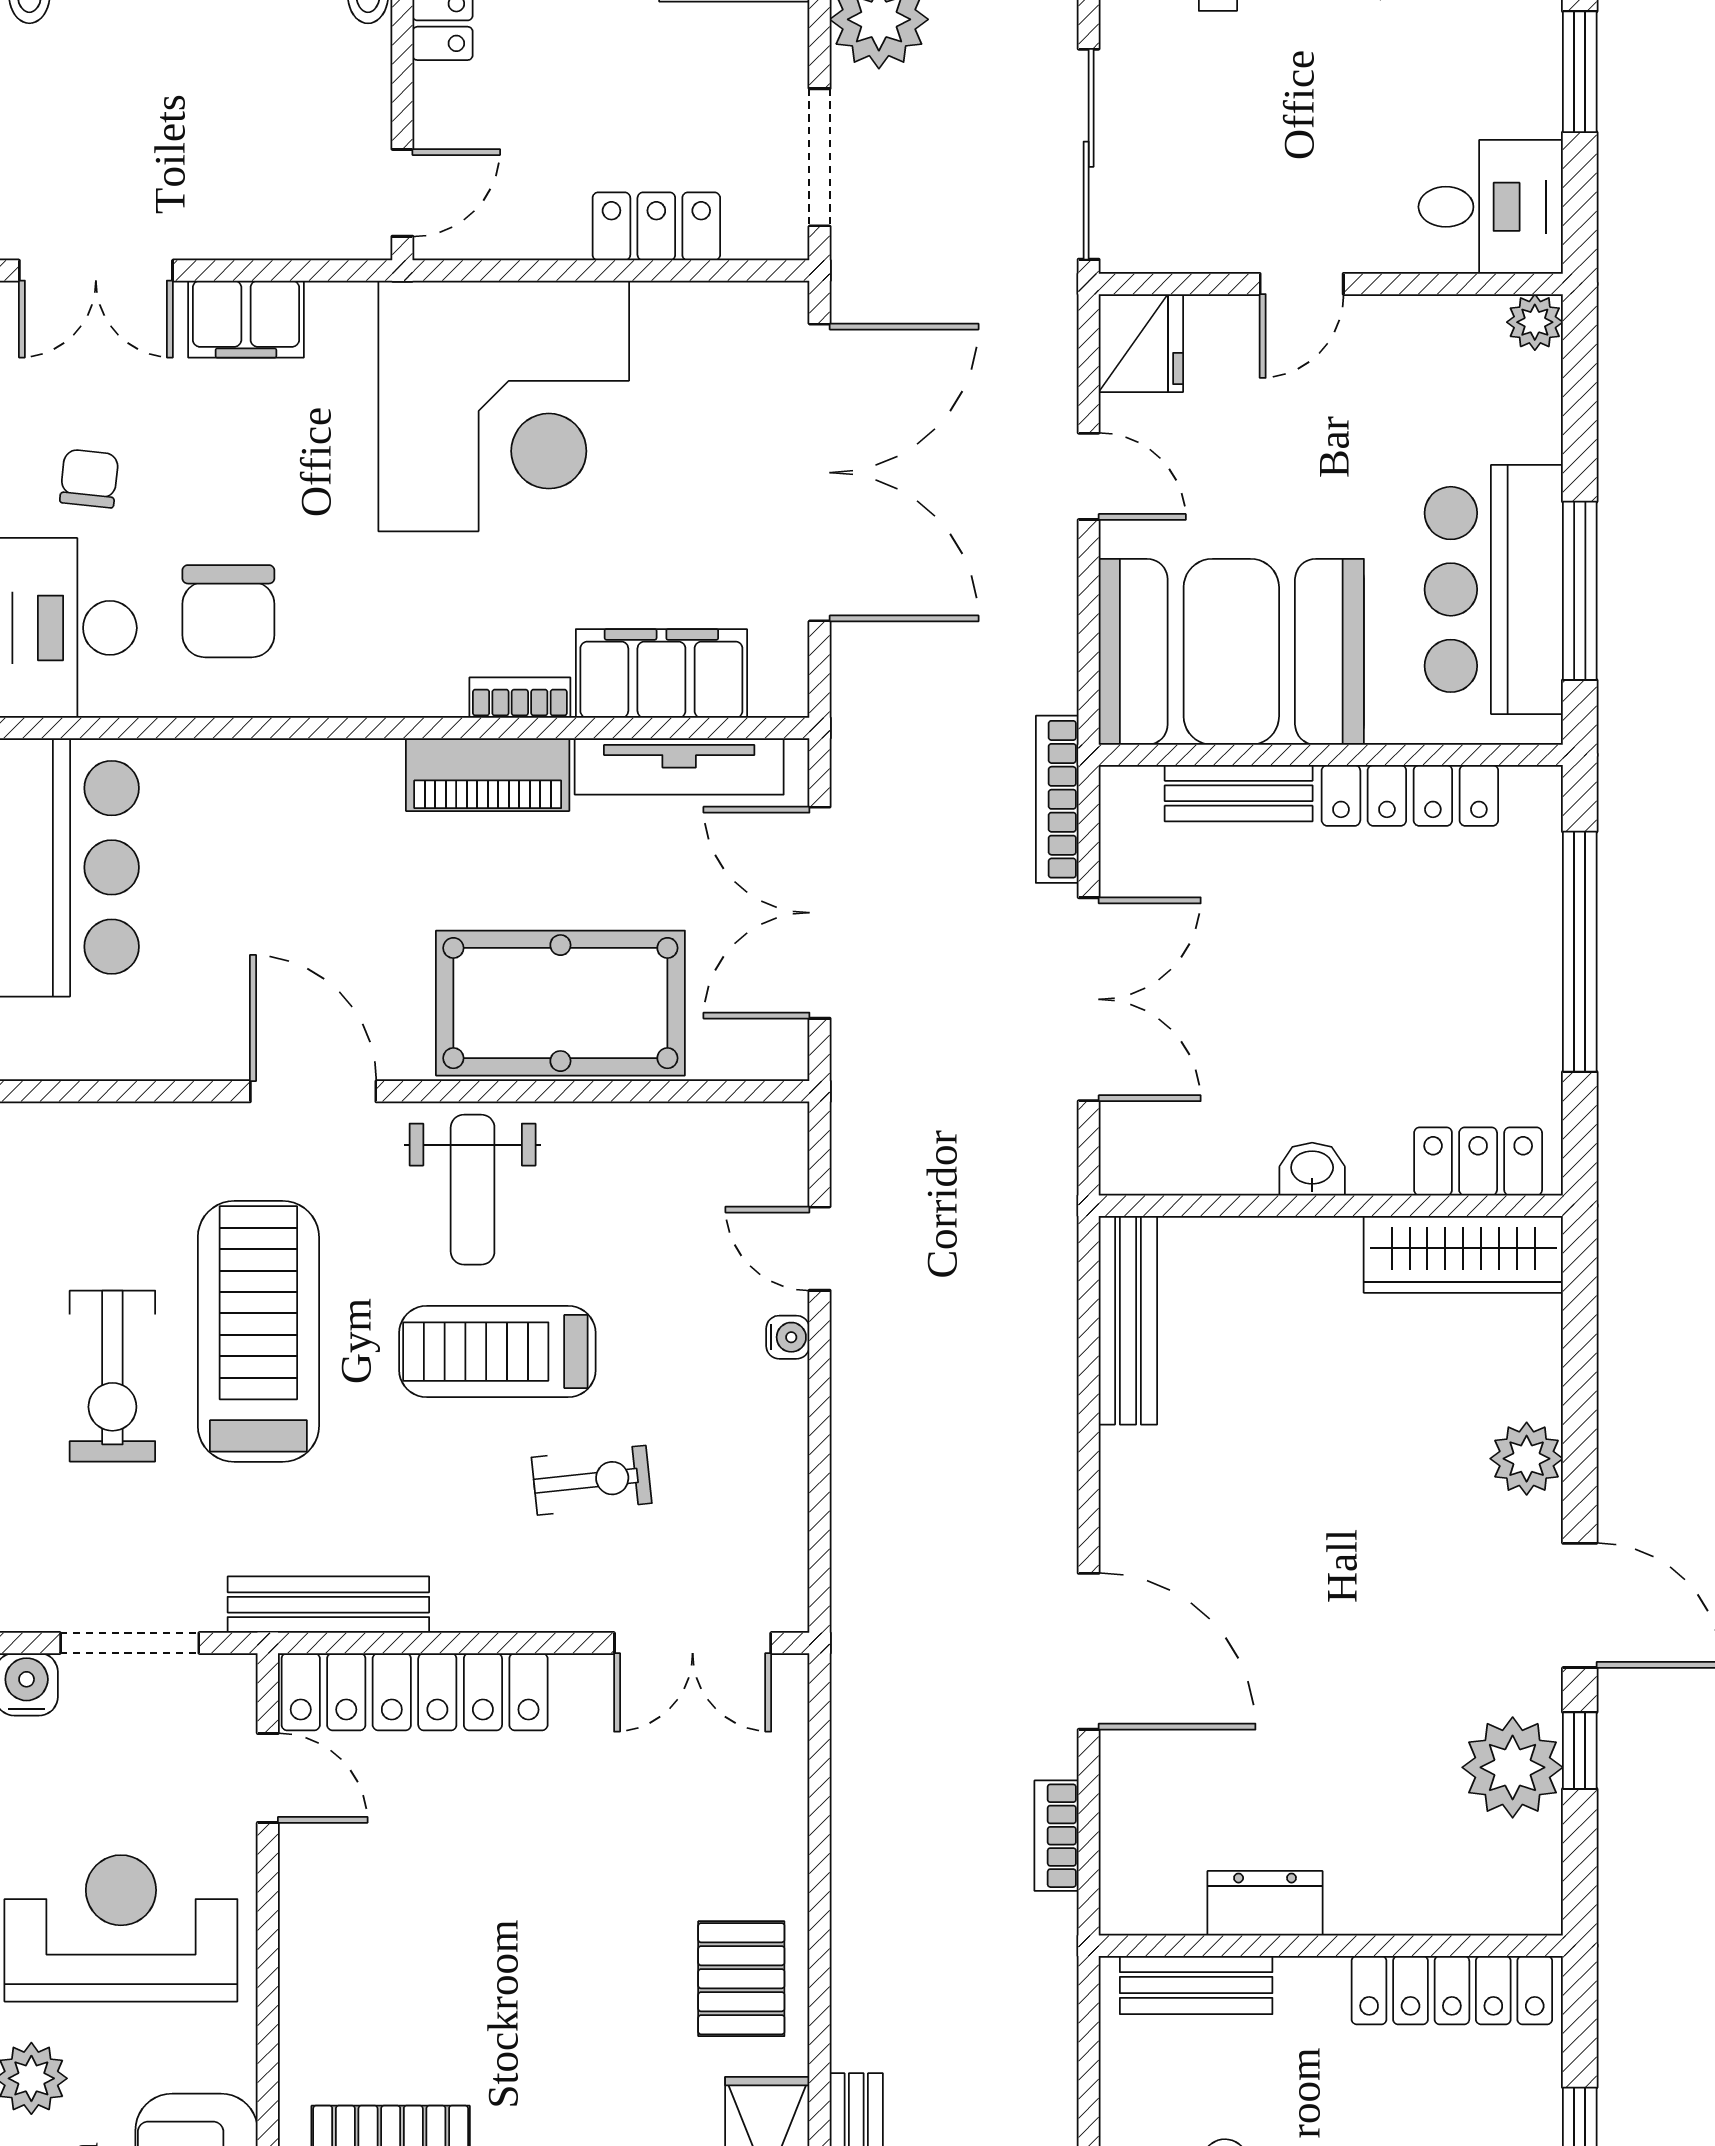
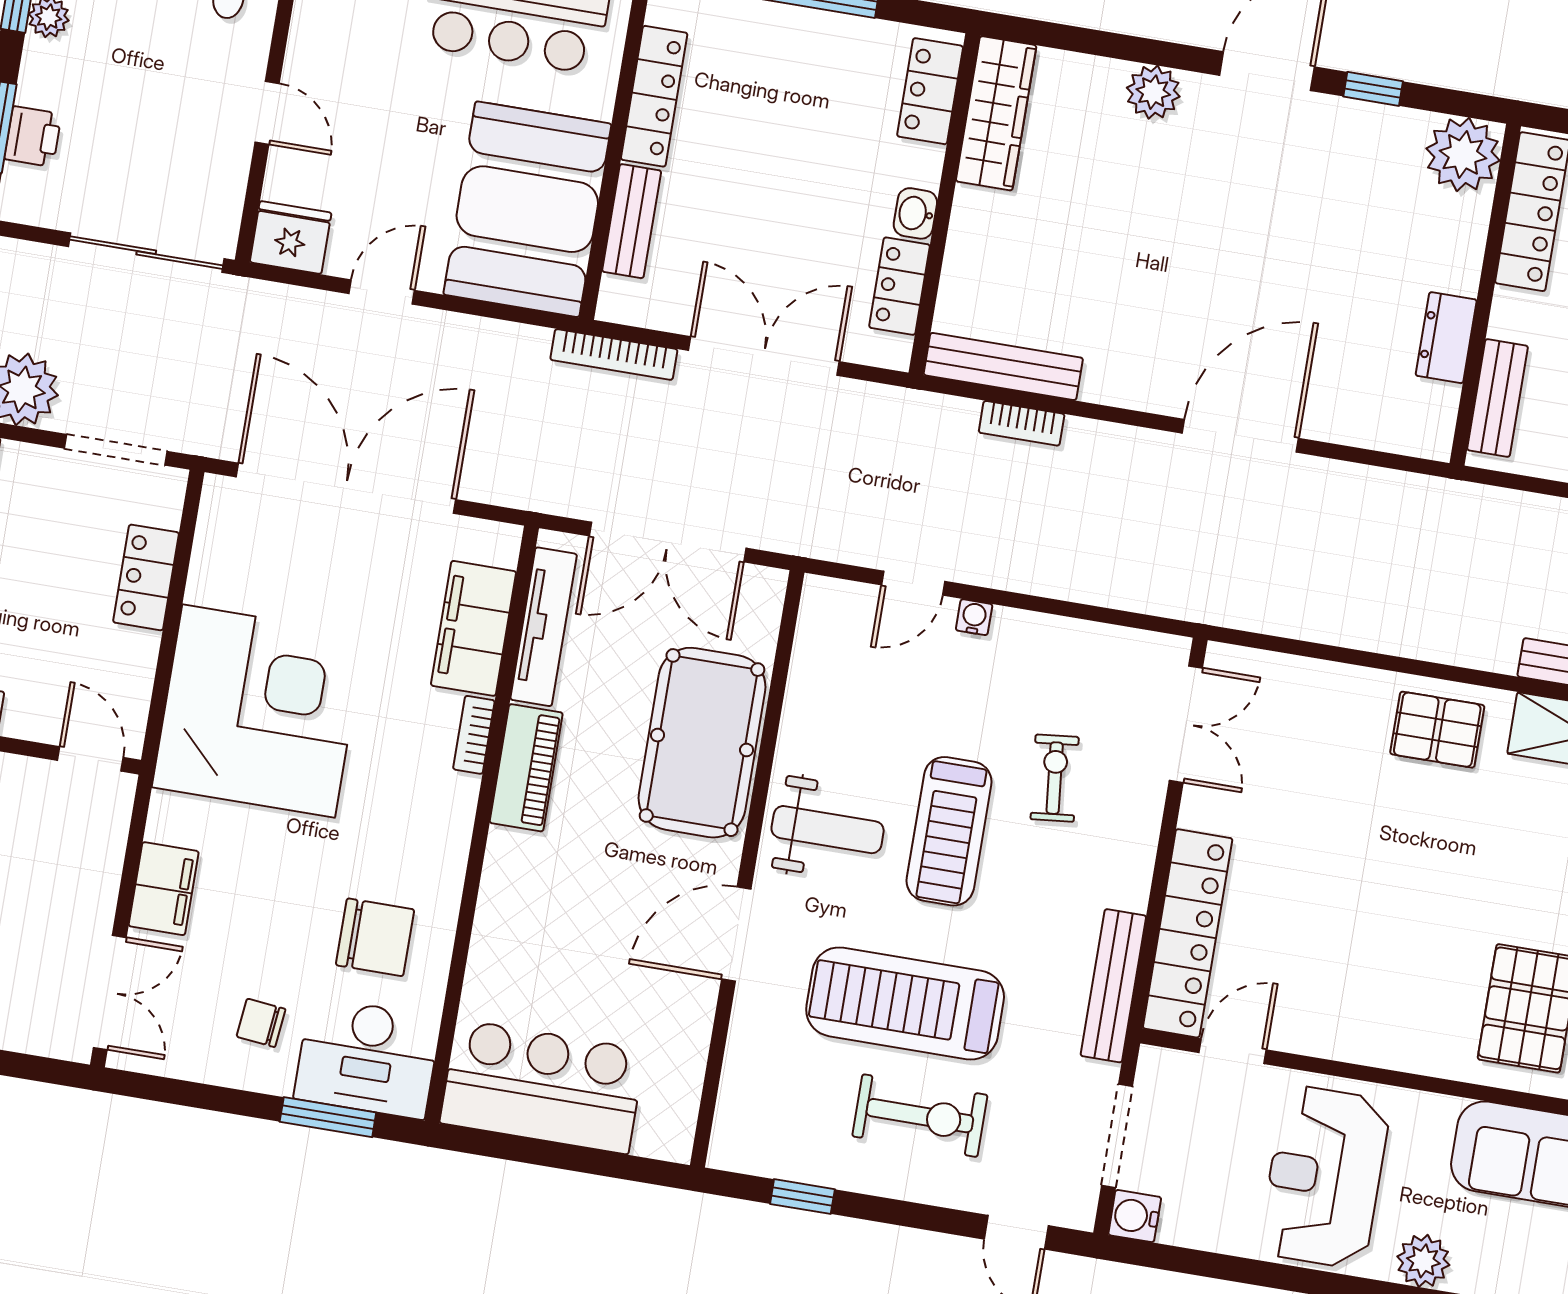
locker: (1212, 1164) -> (900, 286), added
plant: (1513, 1767) -> (1463, 154), moved
bookcase: (1056, 1836) -> (1022, 423), moved

